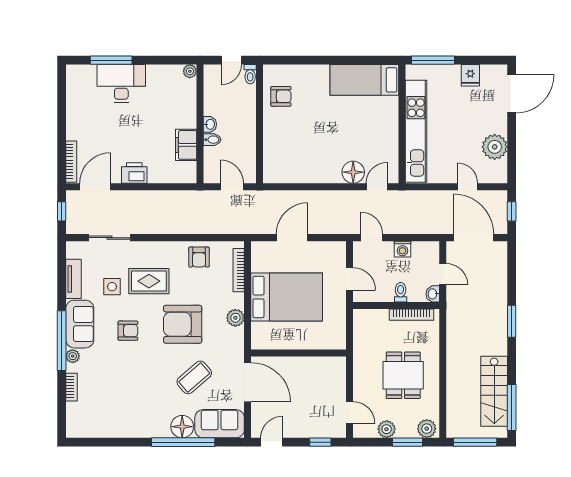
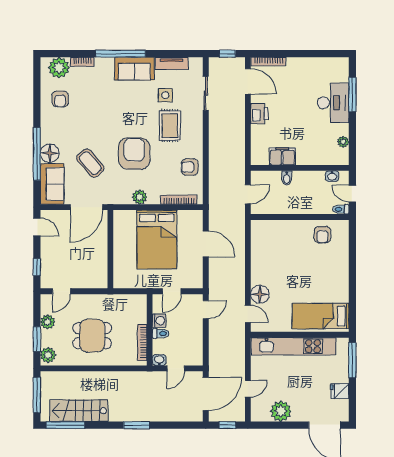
plant: (190, 71) -> (343, 142), moved
bed: (364, 80) -> (320, 316), moved, turned -90
washbasin: (210, 124) -> (332, 176), moved
washing machine: (403, 249) -> (159, 321), moved, turned 180
armchair: (128, 331) -> (60, 99), moved
plant: (73, 356) -> (59, 68), moved, width x1.88, depth x1.88

